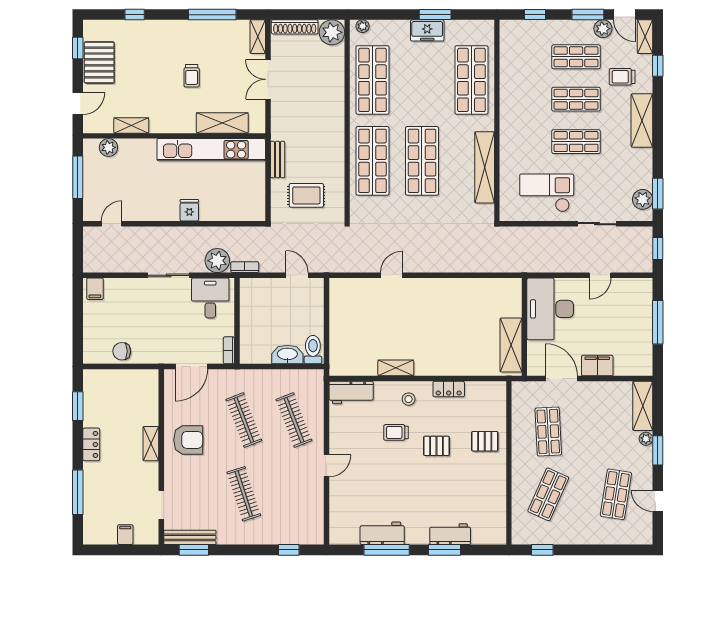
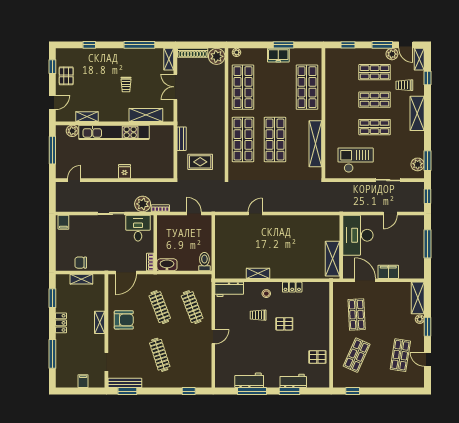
pallet: (99, 62) -> (66, 76), width x0.67, depth x0.71
kitchen unit: (211, 150) -> (114, 132), moved
washbasin: (287, 354) -> (167, 265), moved
shelving: (123, 377) -> (81, 279), added
pallet: (485, 441) -> (317, 357), moved

